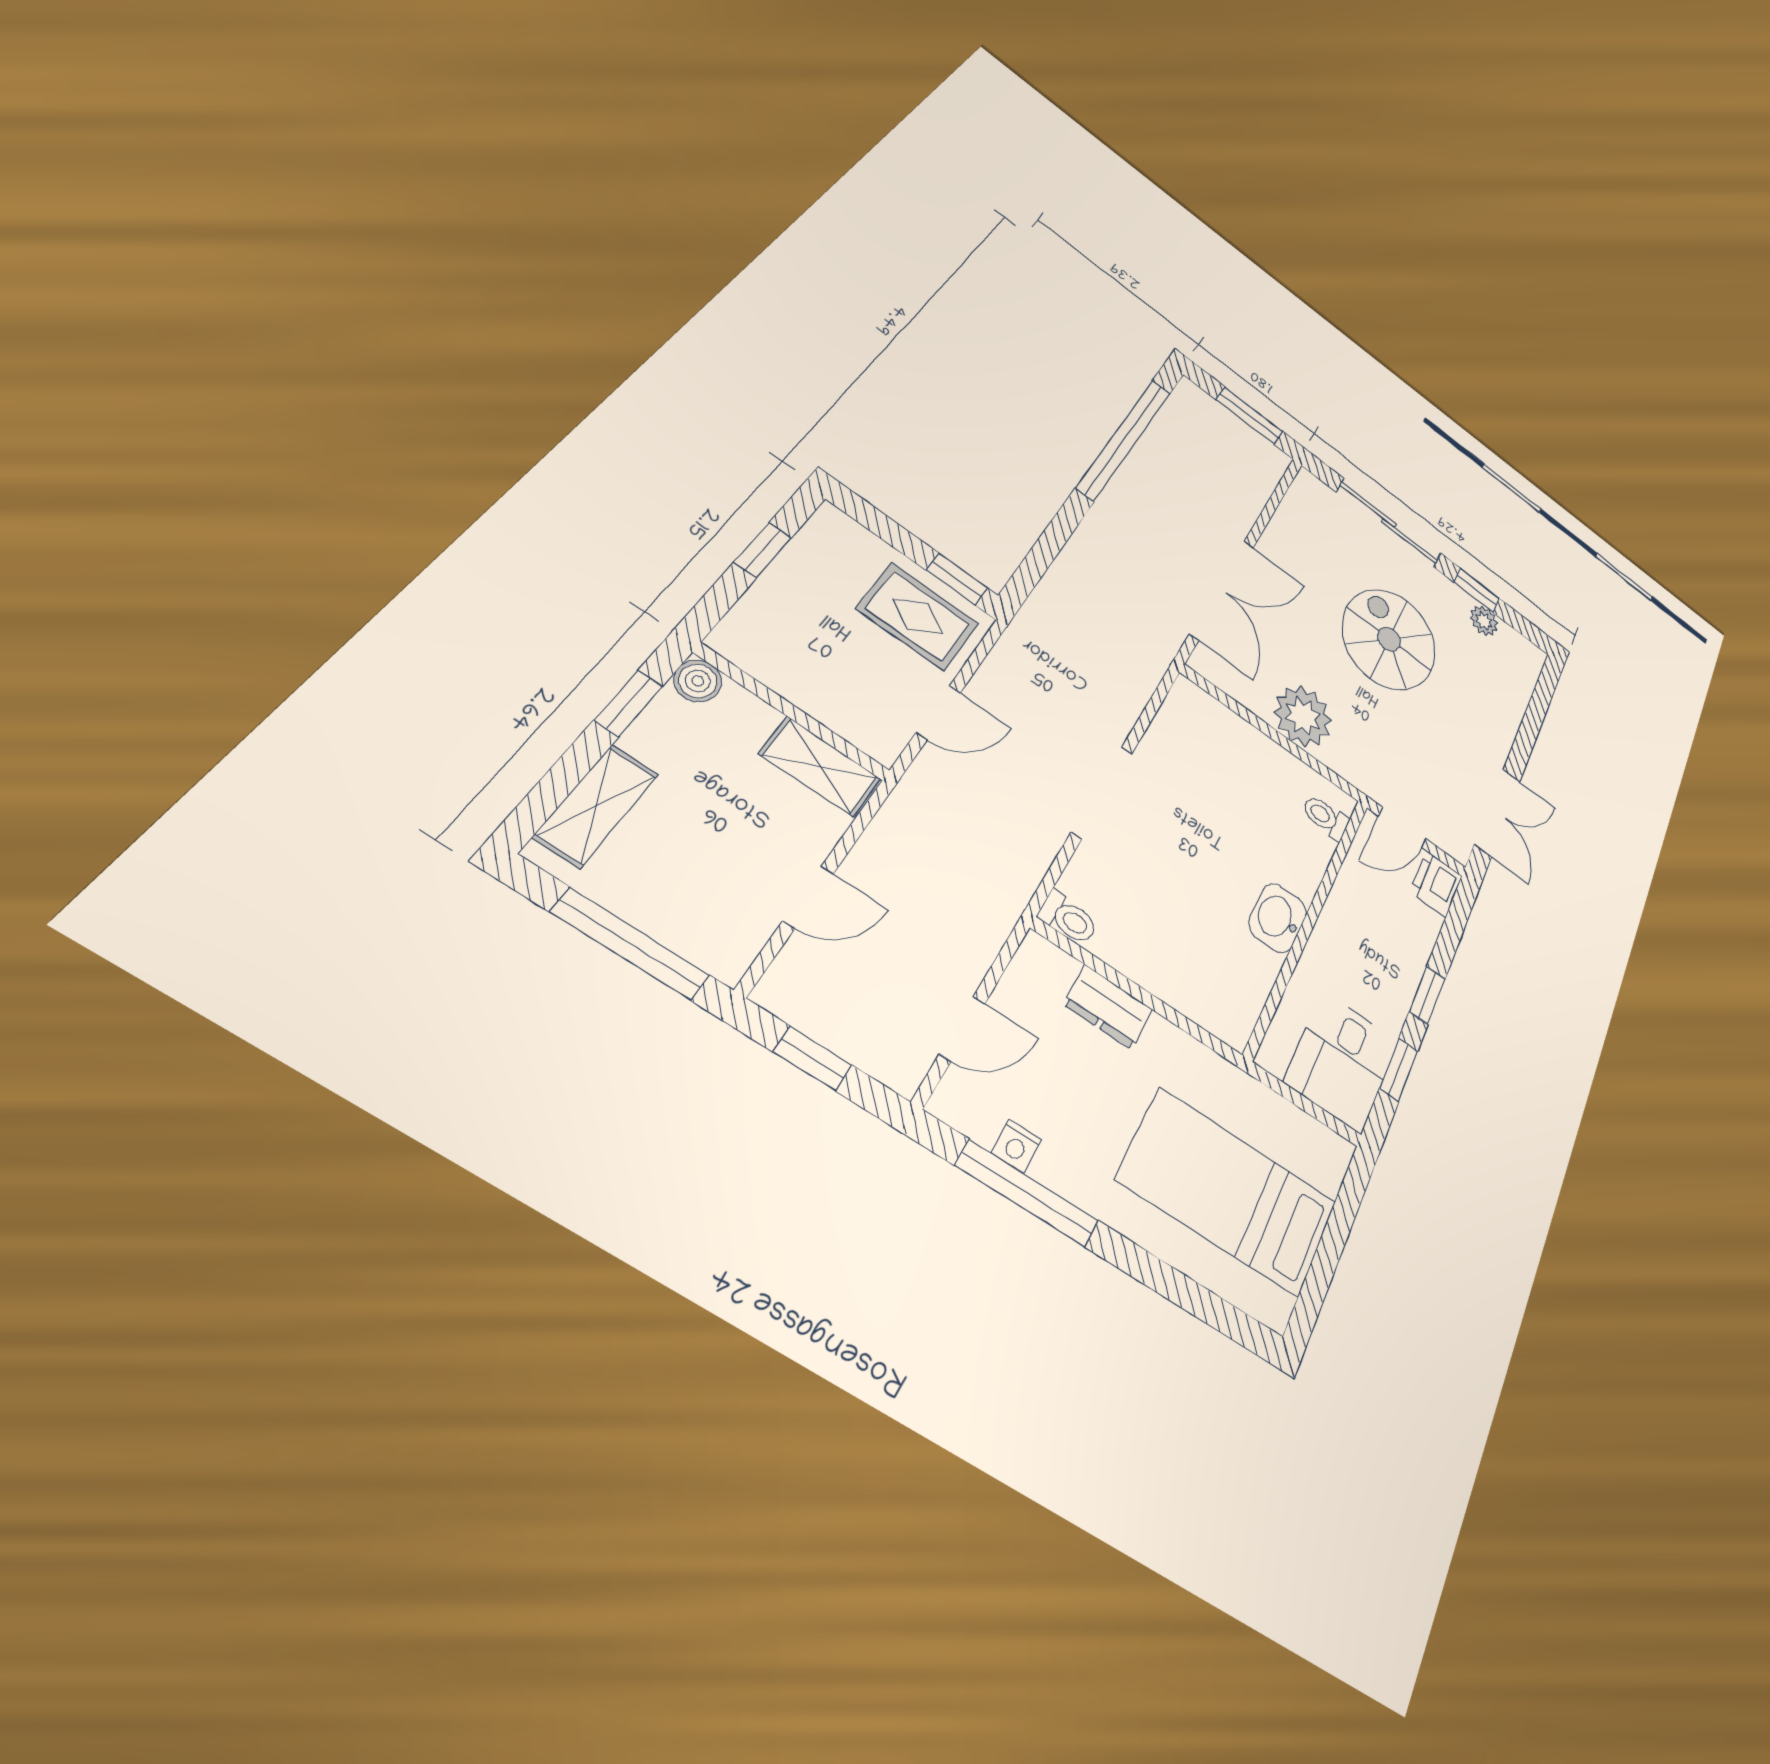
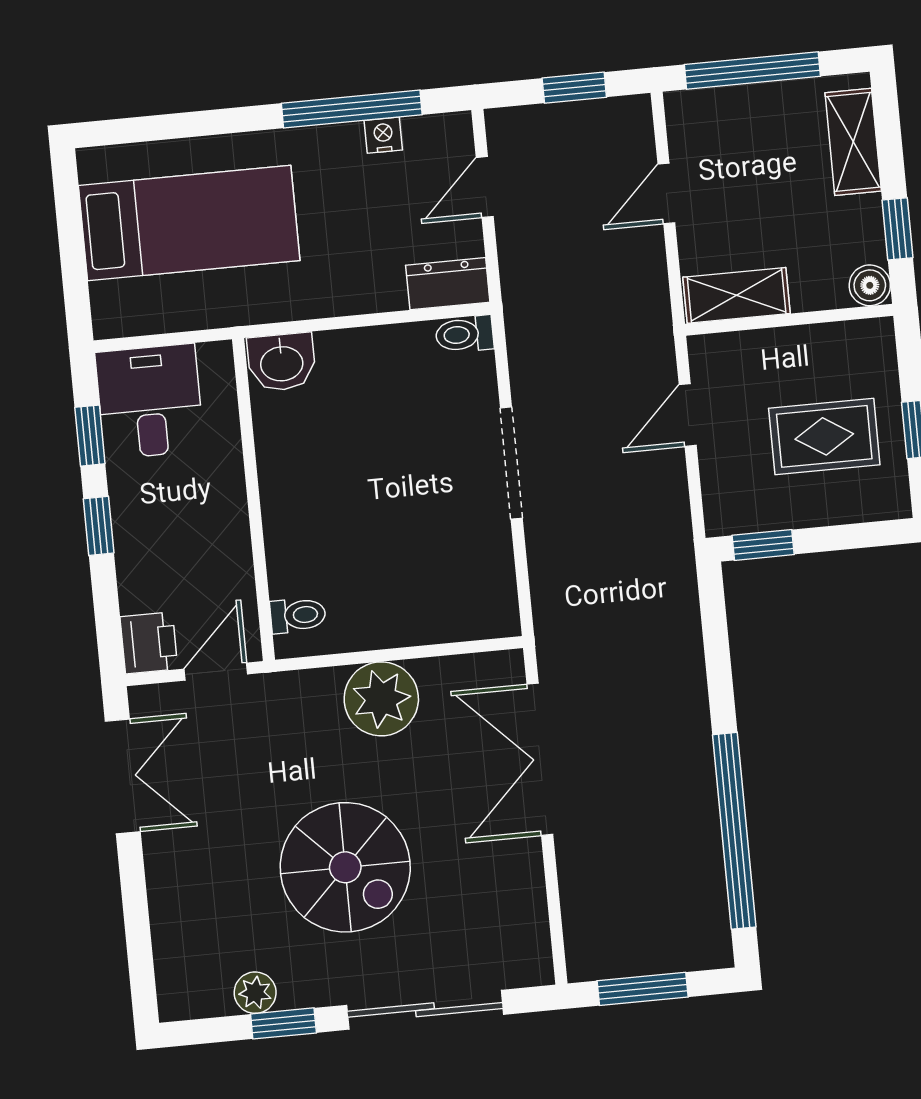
rug: (918, 616) -> (824, 436), moved
double door: (1497, 813) -> (123, 776), swing flipped
washbasin: (1278, 918) -> (282, 362), moved, turned 90
dresser: (1108, 1007) -> (448, 284), moved

